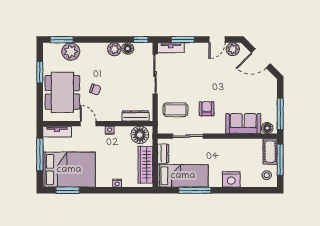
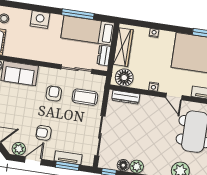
tv unit: (171, 48) -> (68, 158), moved
armchair: (211, 69) -> (44, 133), added
chair: (95, 90) -> (162, 129), removed
armchair: (207, 109) -> (54, 94), turned 180

